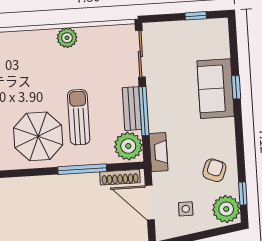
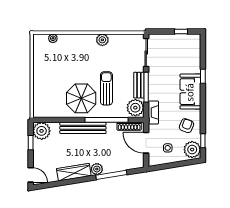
sofa: (216, 89) -> (190, 92), moved
window: (82, 169) -> (107, 120), width x1.46
bench: (44, 185) -> (83, 128), added

